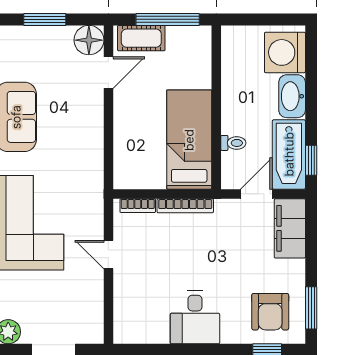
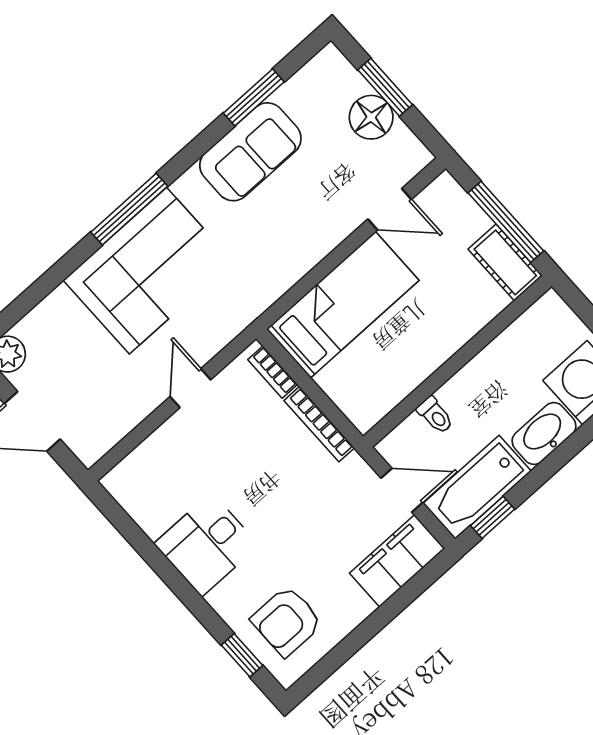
cot: (141, 38) -> (505, 262), moved
floor lamp: (89, 40) -> (371, 117), moved
bed: (189, 140) -> (343, 305), moved
window: (311, 308) -> (331, 662), removed

